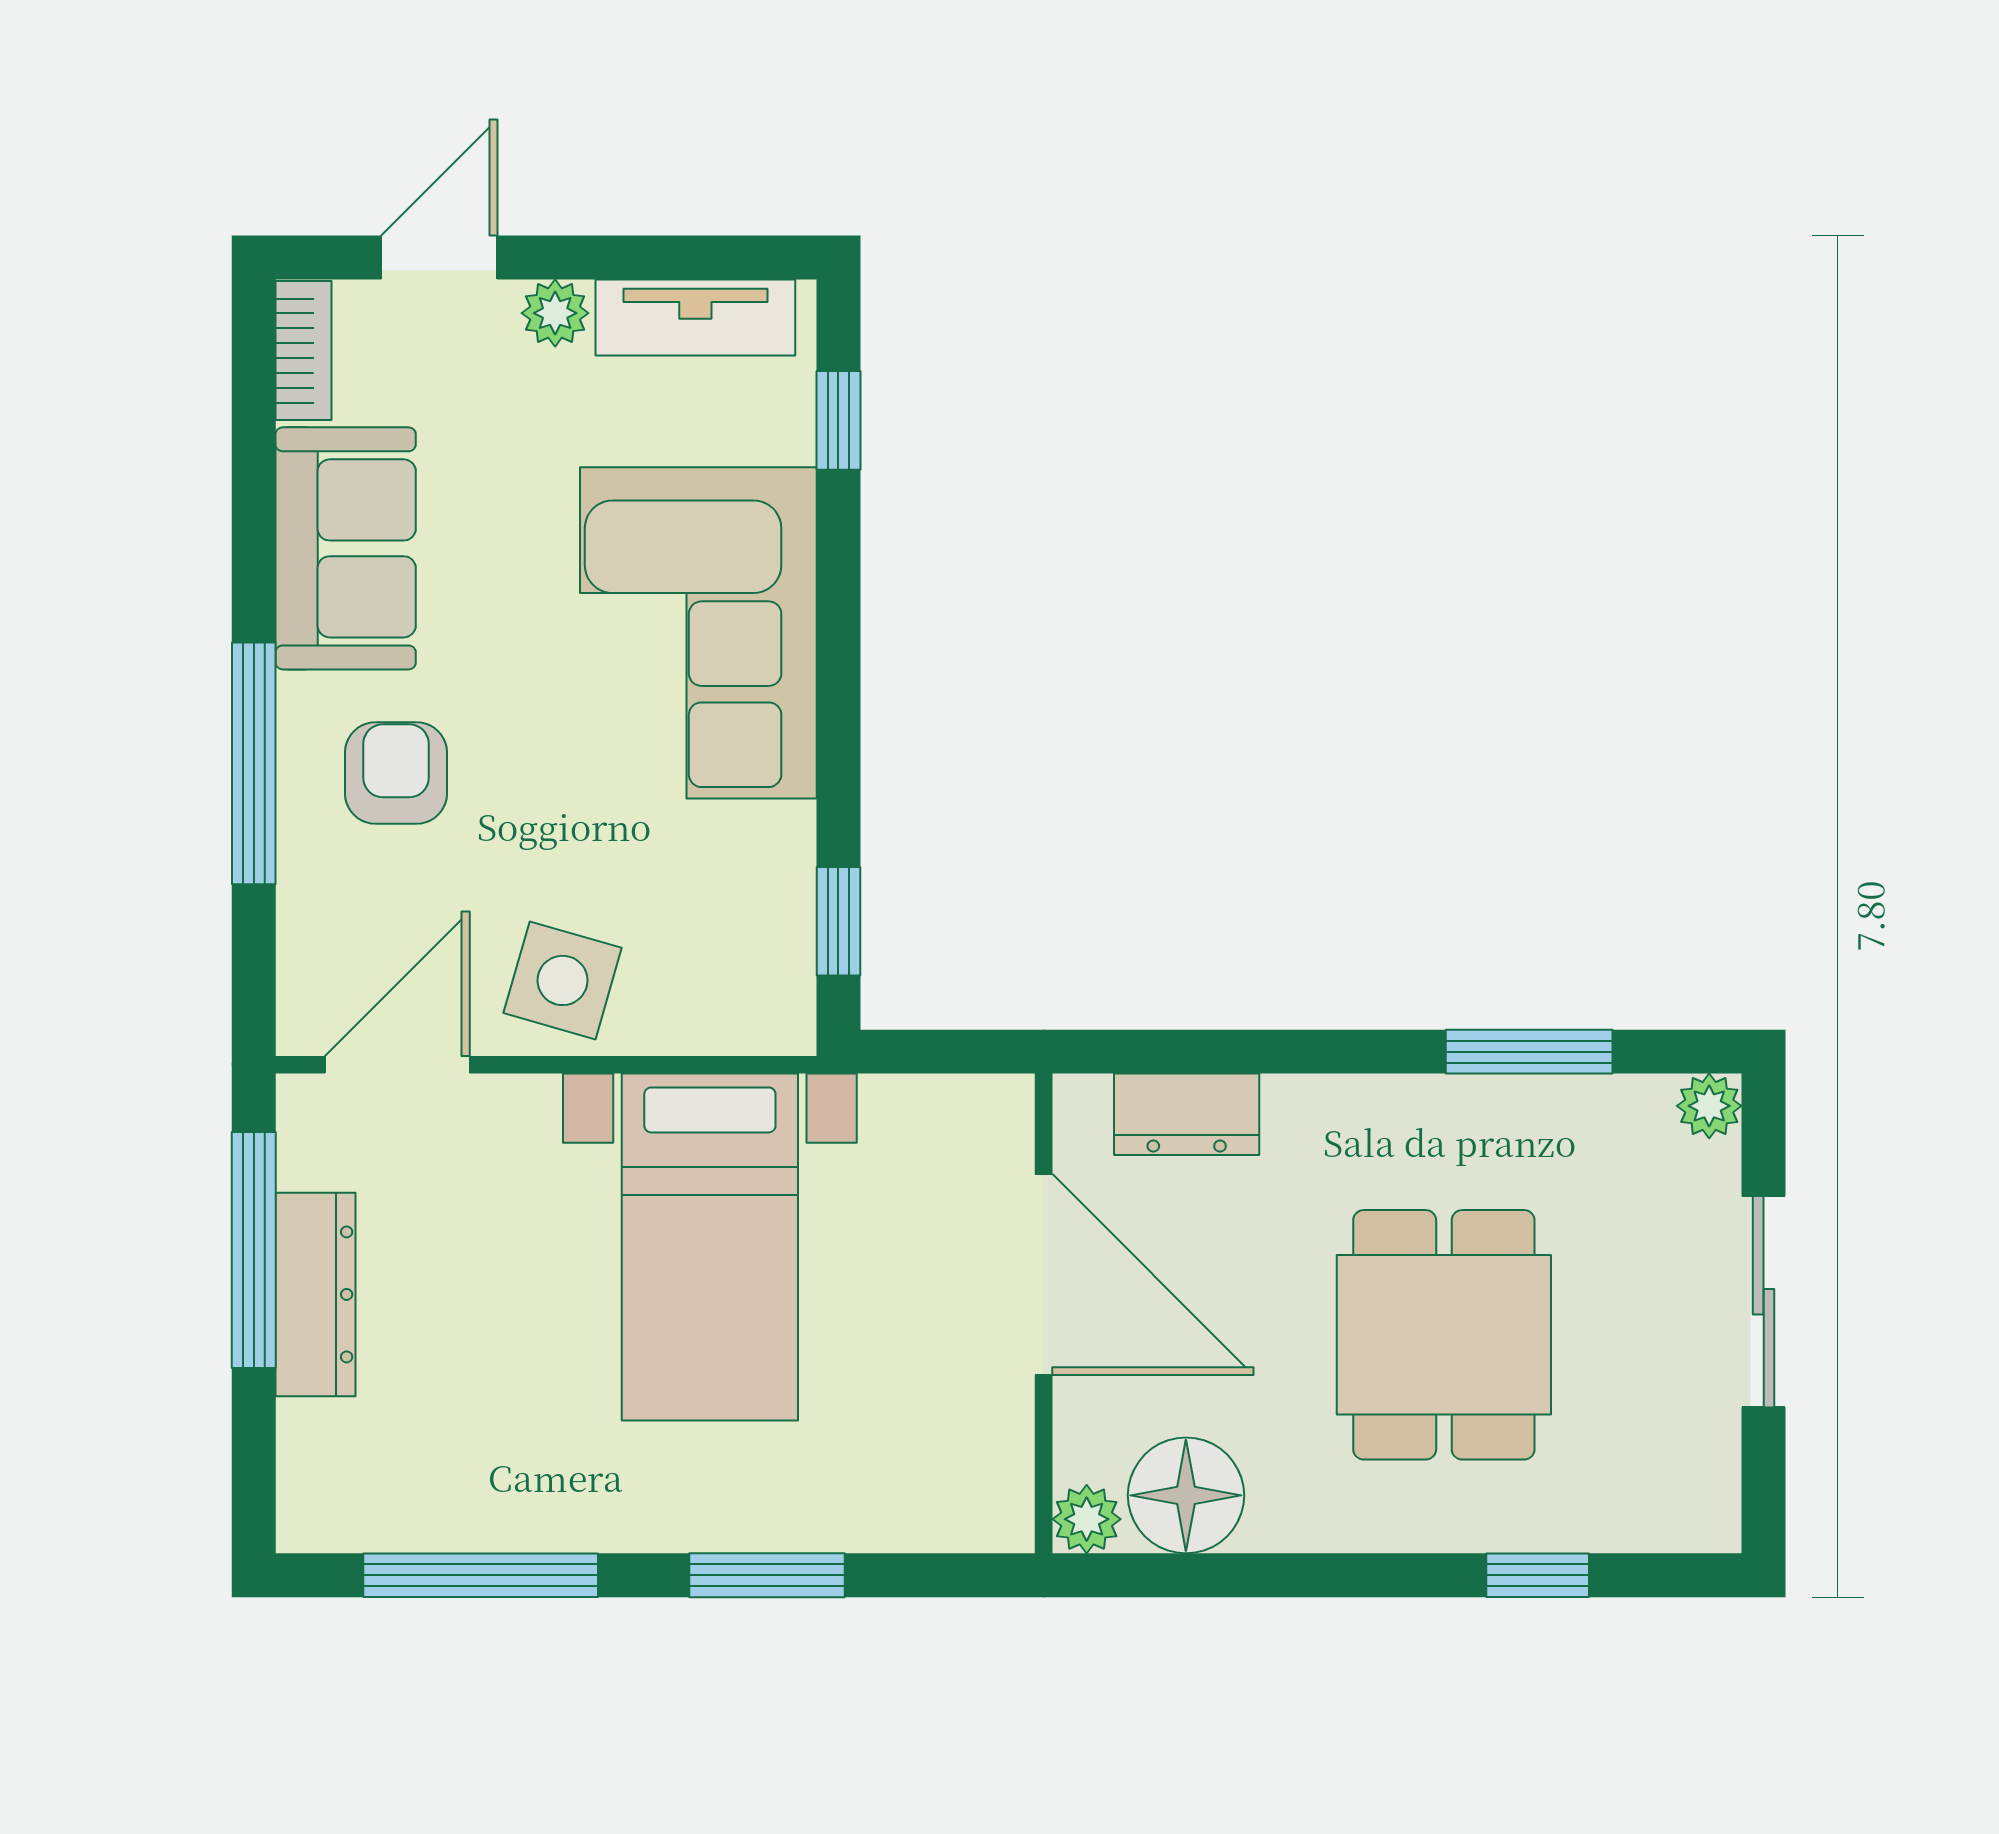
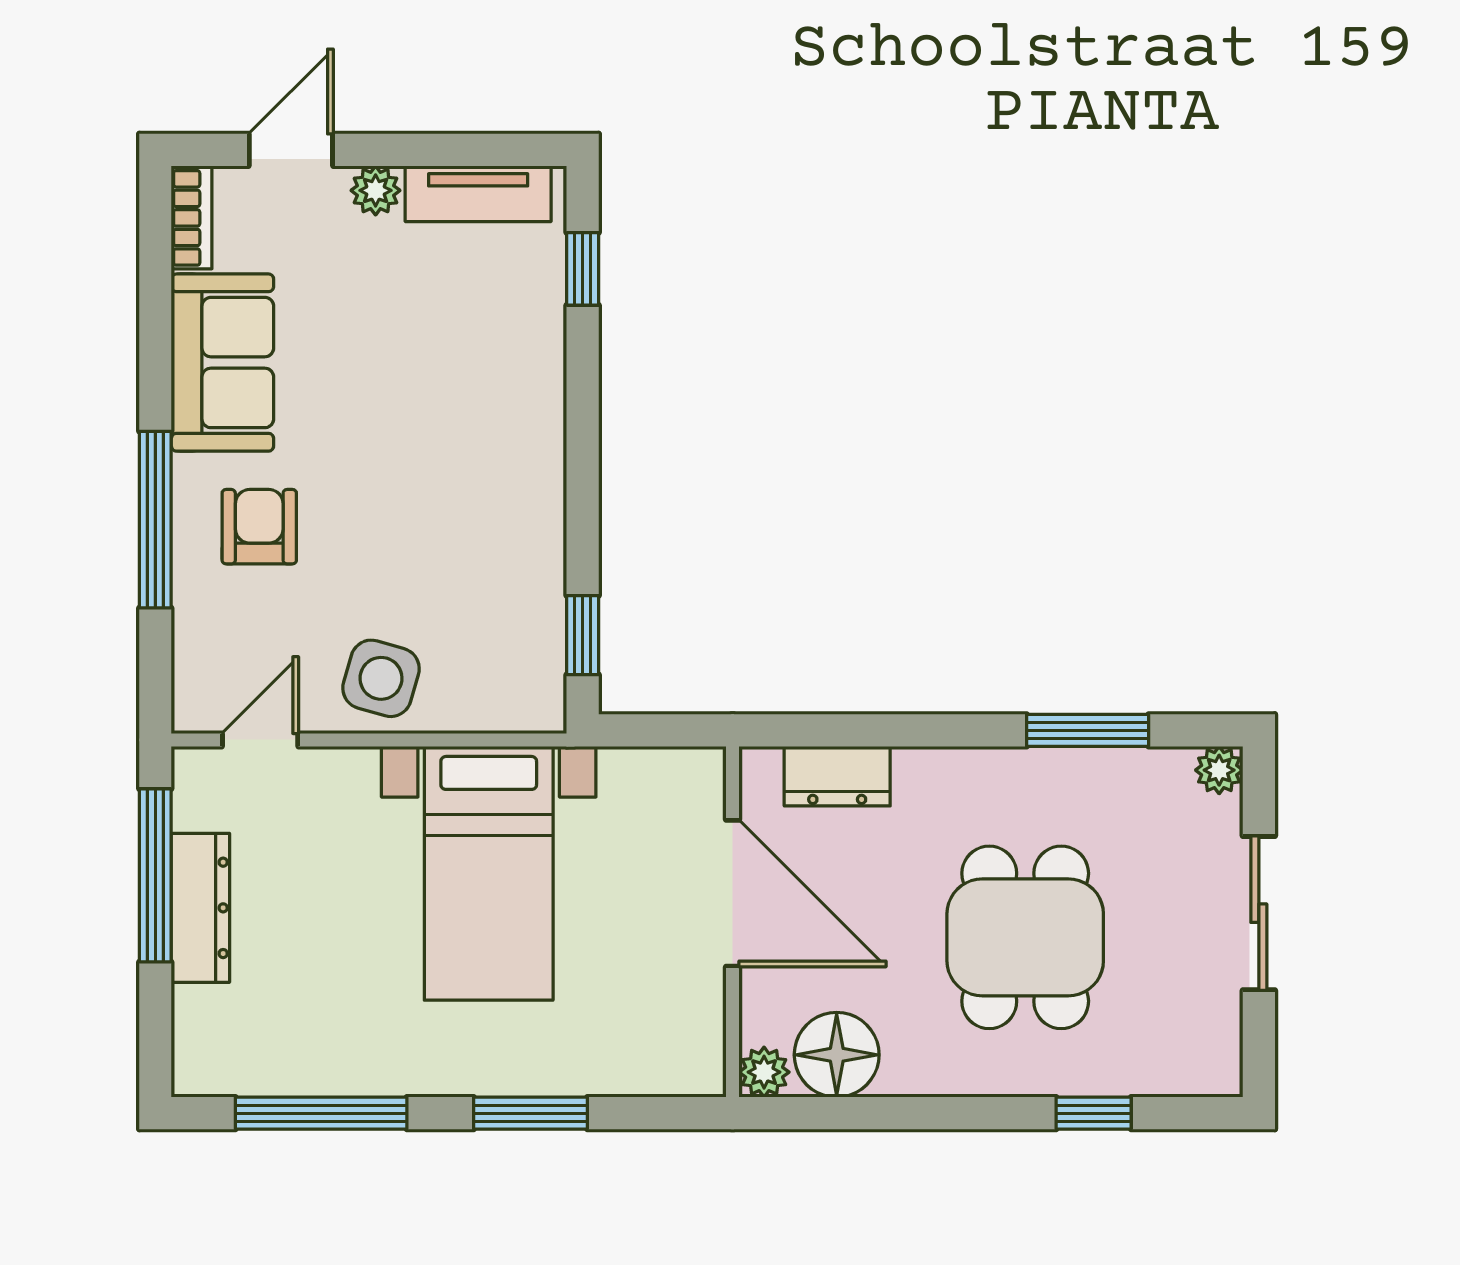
corner sofa: (698, 633) -> (480, 424), removed
door: (397, 1065) -> (260, 740), width x0.73

